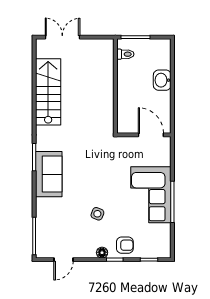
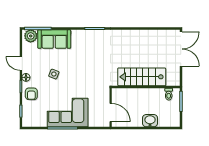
double door: (62, 37) -> (181, 49), width x1.37
stairs: (48, 92) -> (142, 77), moved, turned 180
door: (151, 135) -> (111, 113), hinge flipped
sofa: (49, 174) -> (54, 39), moved
plant: (44, 246) -> (31, 36), added
door: (63, 260) -> (21, 63), moved

